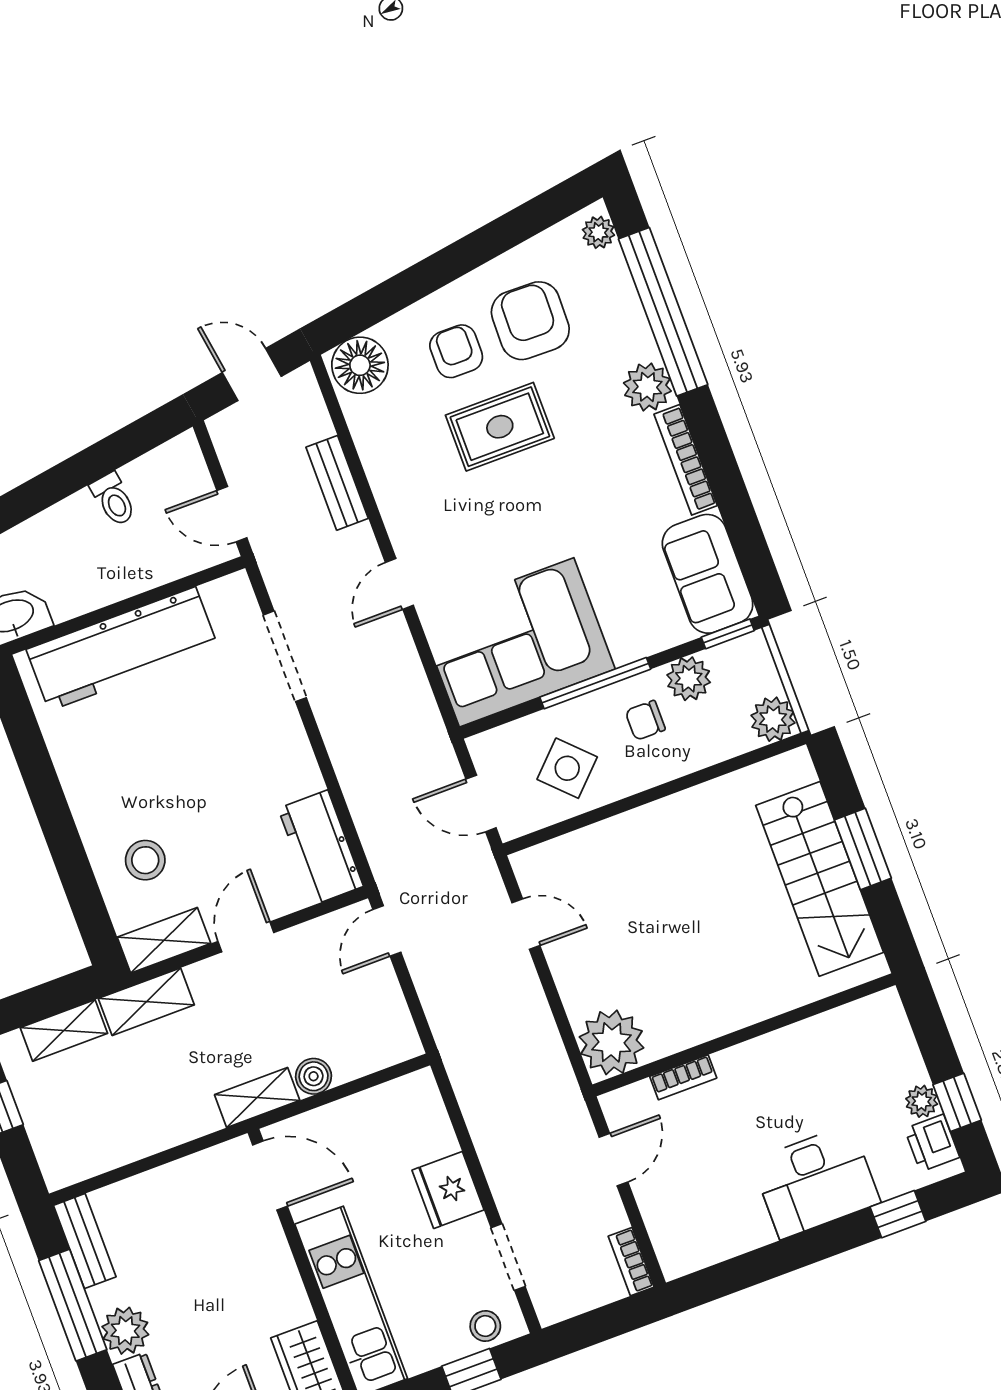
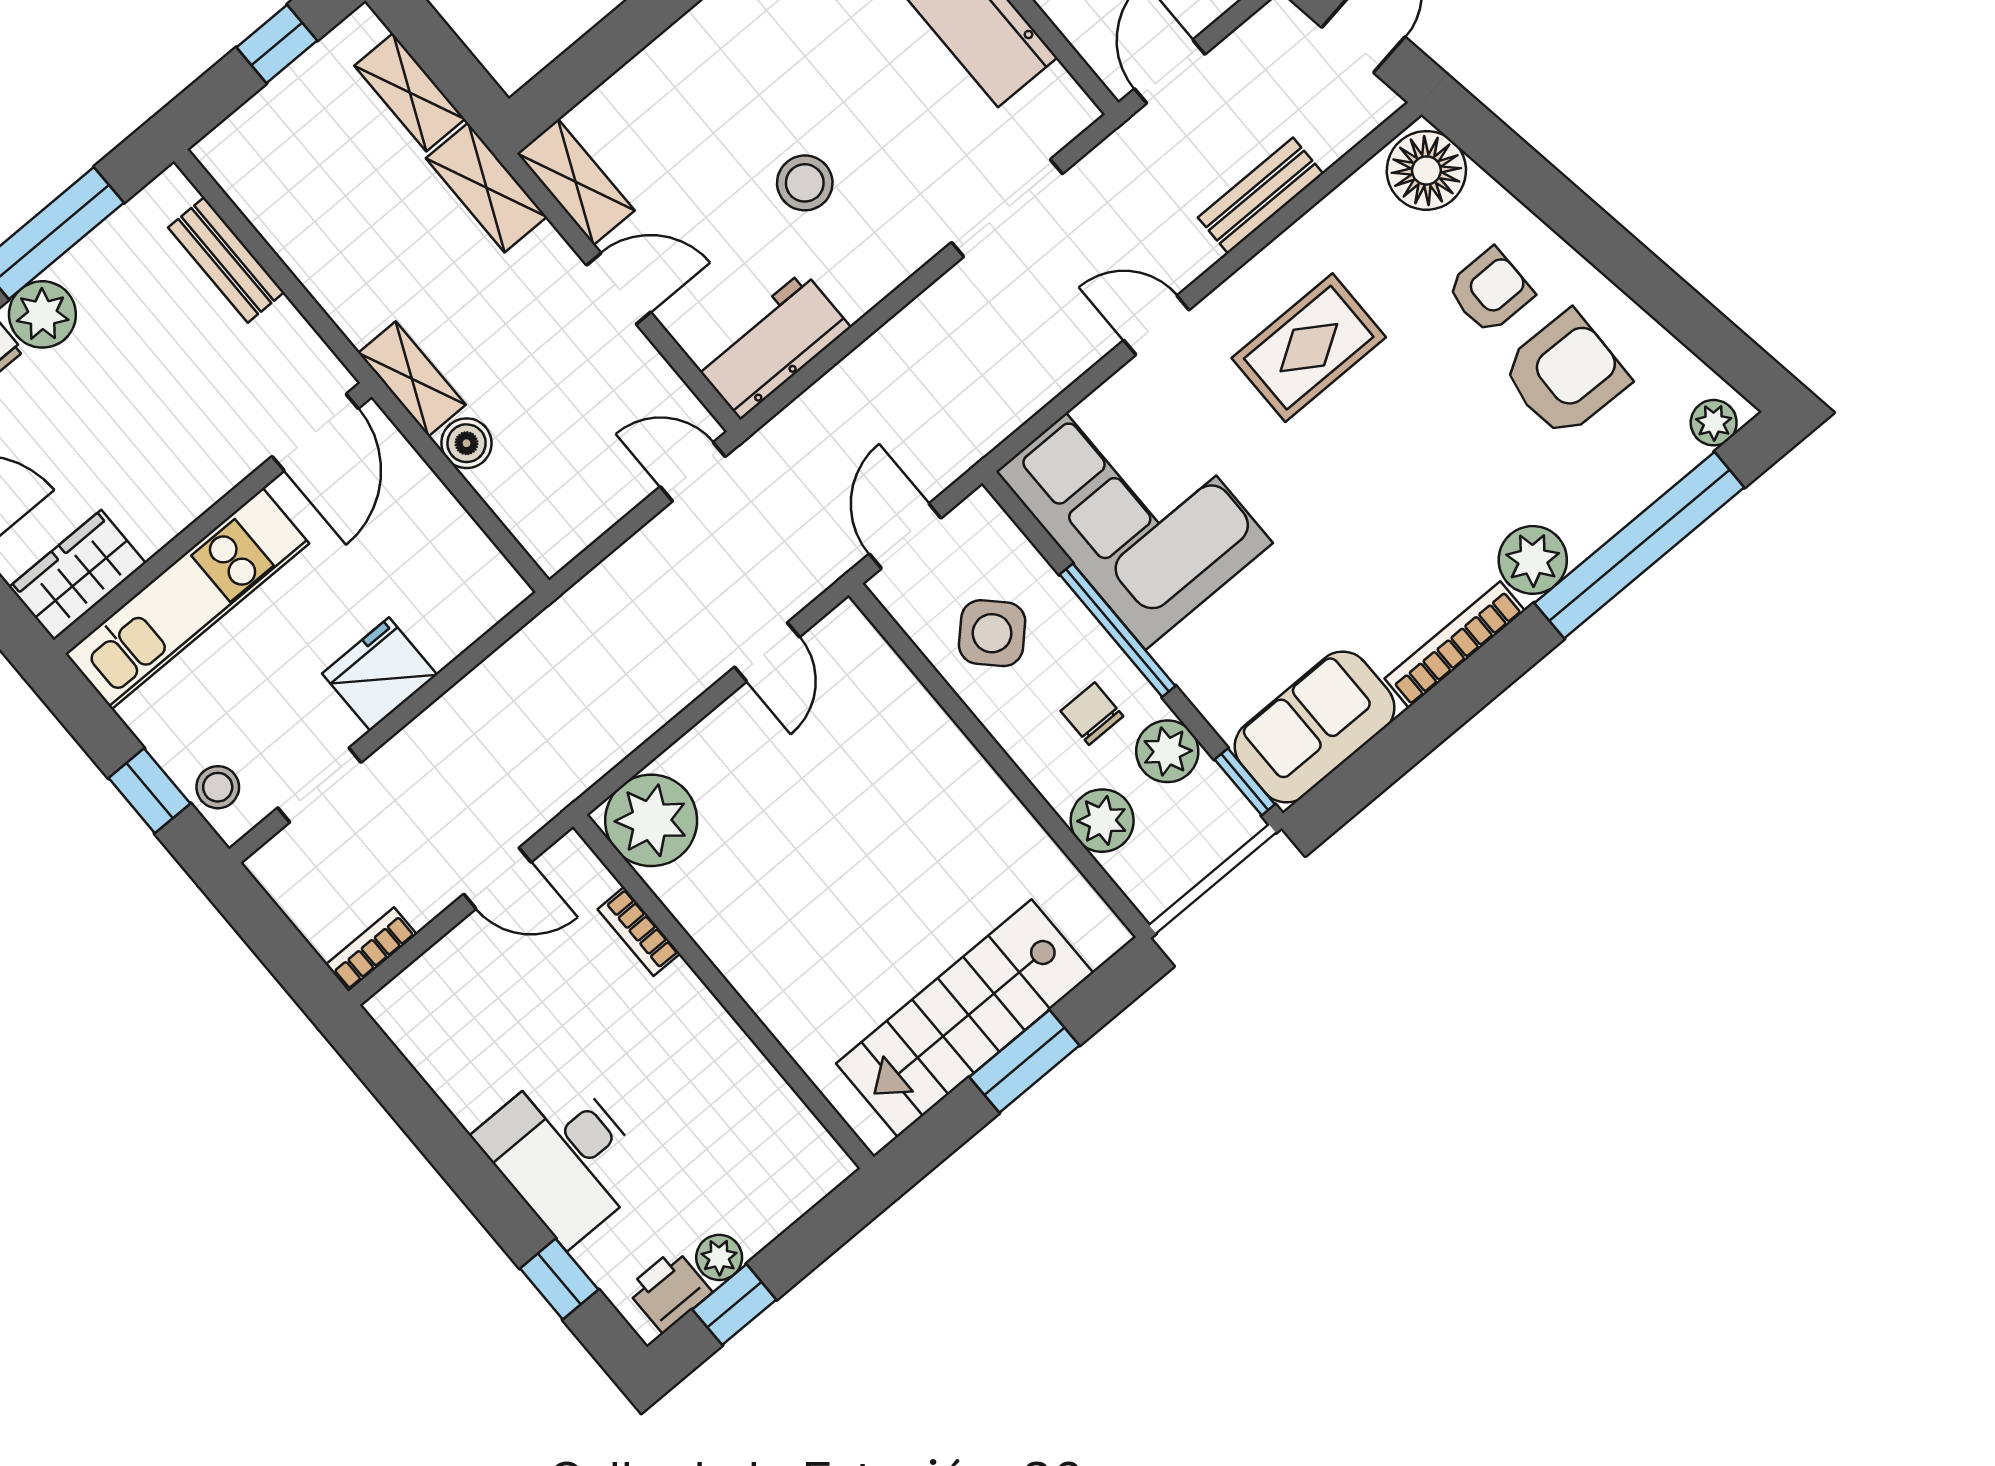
rug: (500, 427) -> (1309, 348), moved, turned 90
plant: (773, 719) -> (1102, 821), moved
stool: (145, 860) -> (805, 183), moved
bench: (85, 1241) -> (226, 260), moved, turned 90

